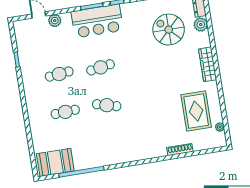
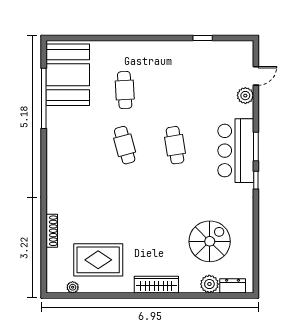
cafe table: (59, 74) -> (175, 90), removed
cafe table: (107, 105) -> (125, 145), turned -30
booth: (55, 162) -> (68, 75), width x1.36, depth x1.42

